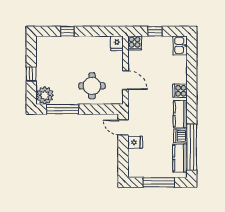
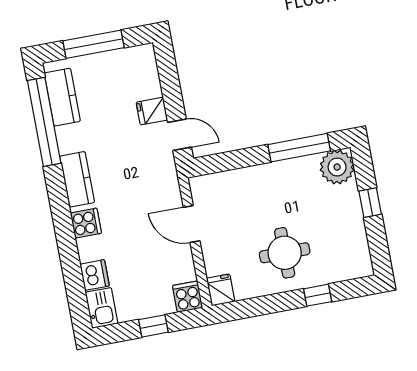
round table: (92, 86) -> (285, 253), moved
dishwasher: (180, 136) -> (95, 275), moved

